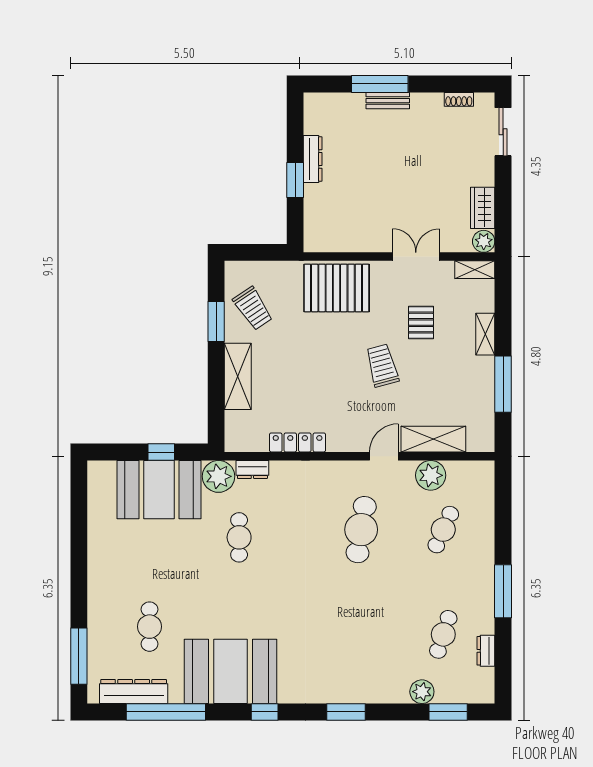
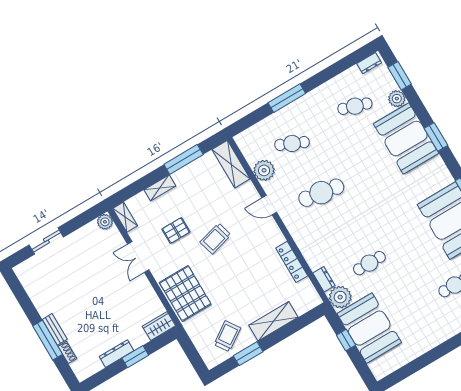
shoe rack: (459, 99) -> (67, 352), moved
sliding door: (503, 132) -> (46, 241), moved
wardrobe: (483, 208) -> (159, 326), moved, turned 180
shelving: (433, 439) -> (231, 164), moved
window: (503, 591) -> (287, 98), moved
dresser: (486, 651) -> (369, 63), moved
booth: (366, 674) -> (406, 138), added

